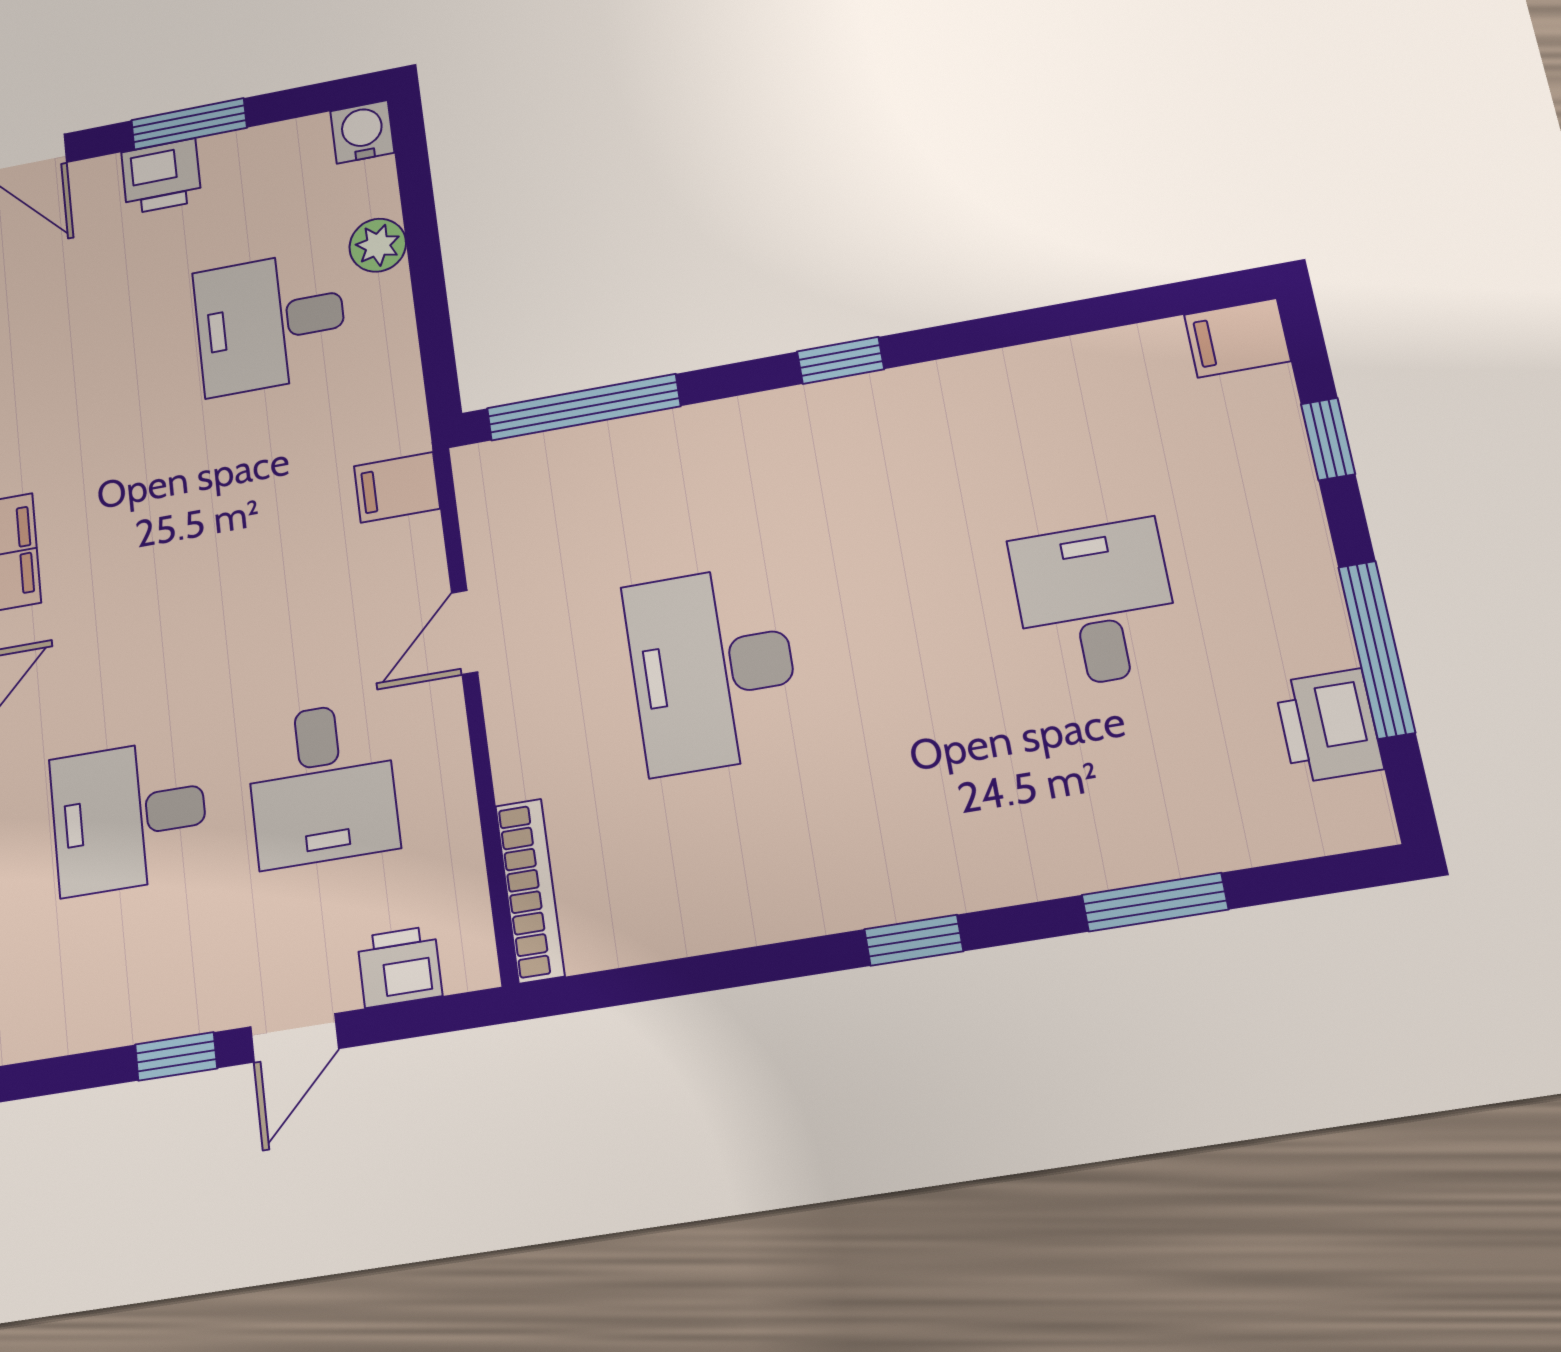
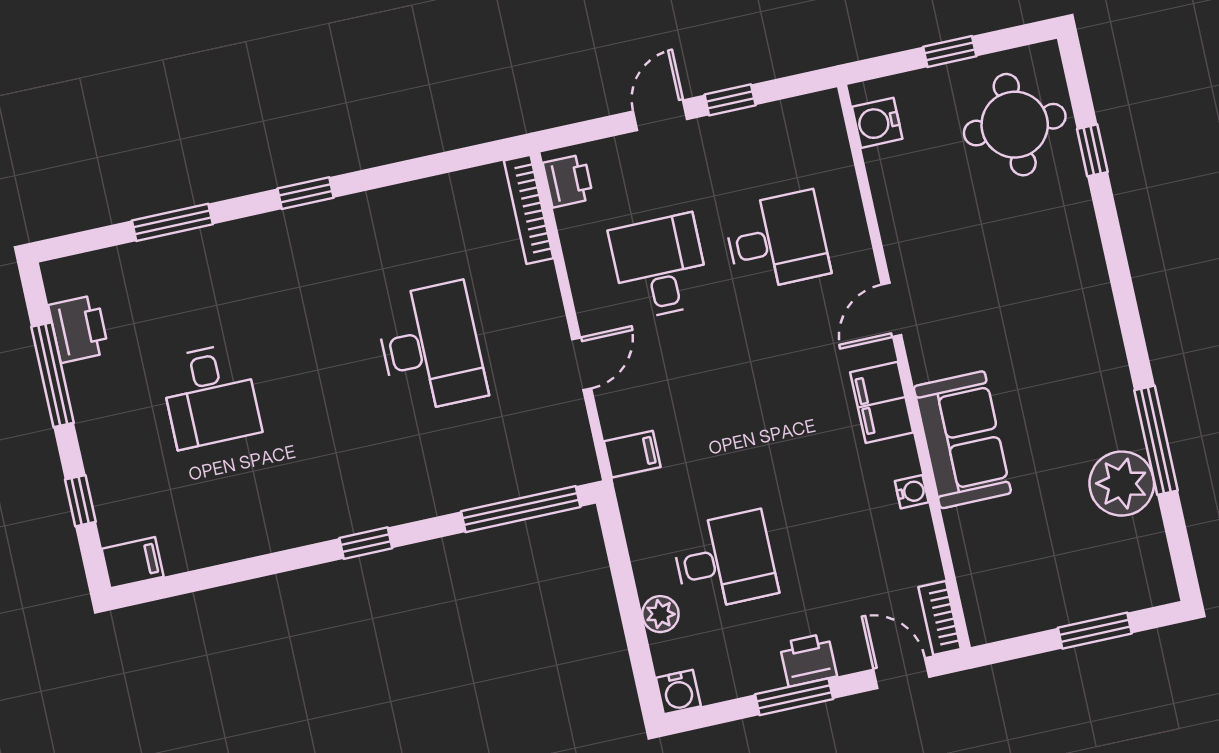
printer: (400, 967) -> (568, 181), moved, turned -90

